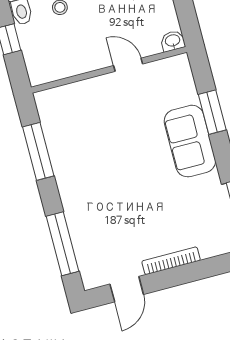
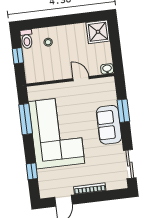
corner sofa: (97, 168) -> (57, 132), added
window: (62, 244) -> (32, 171), width x0.46

